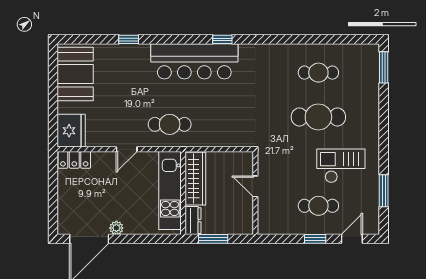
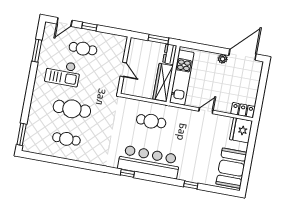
cafe table: (170, 124) -> (151, 121), moved

